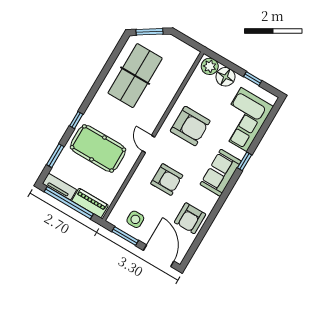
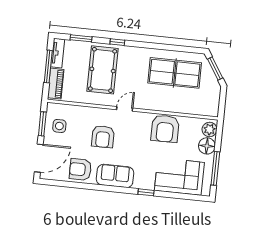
window: (253, 79) -> (215, 168), width x2.17
armchair: (190, 126) -> (165, 129), moved
sofa: (221, 173) -> (115, 176), moved
window: (69, 203) -> (48, 66), width x0.68

